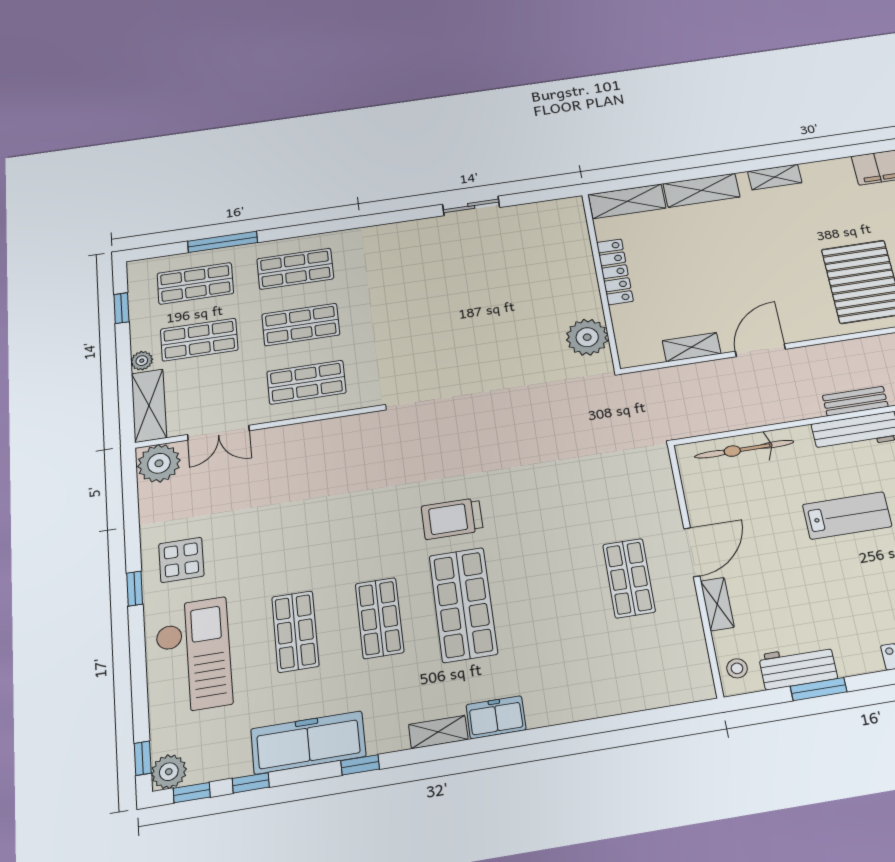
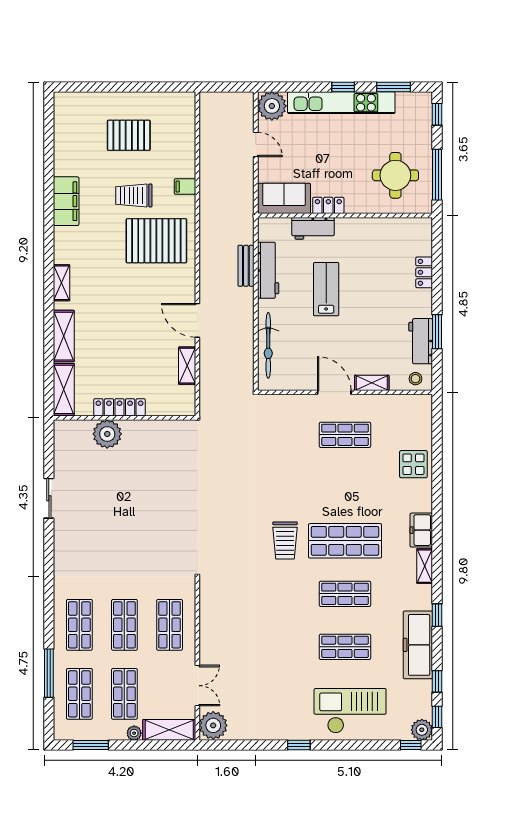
window: (121, 308) -> (91, 745), width x1.50
plant: (587, 337) -> (107, 434), moved
display table: (181, 560) -> (413, 464), moved

